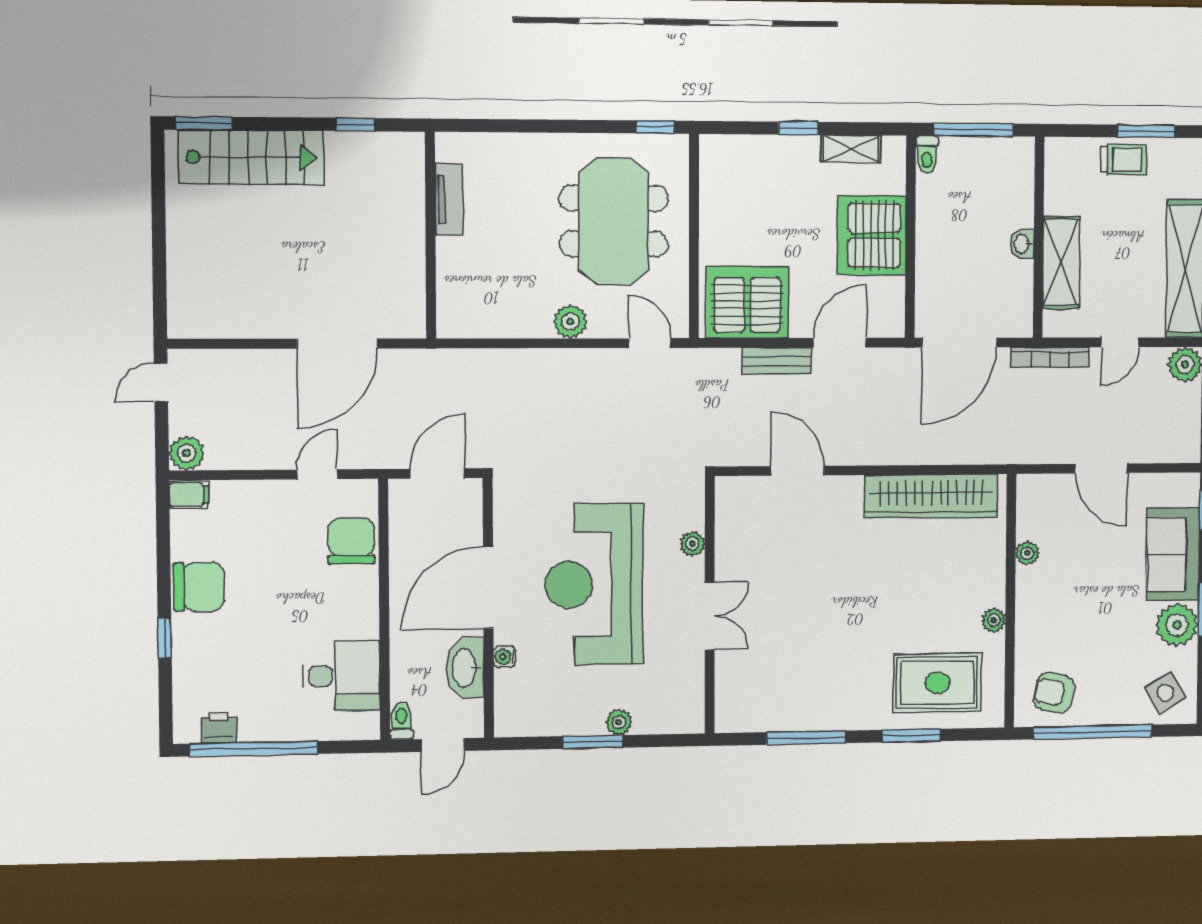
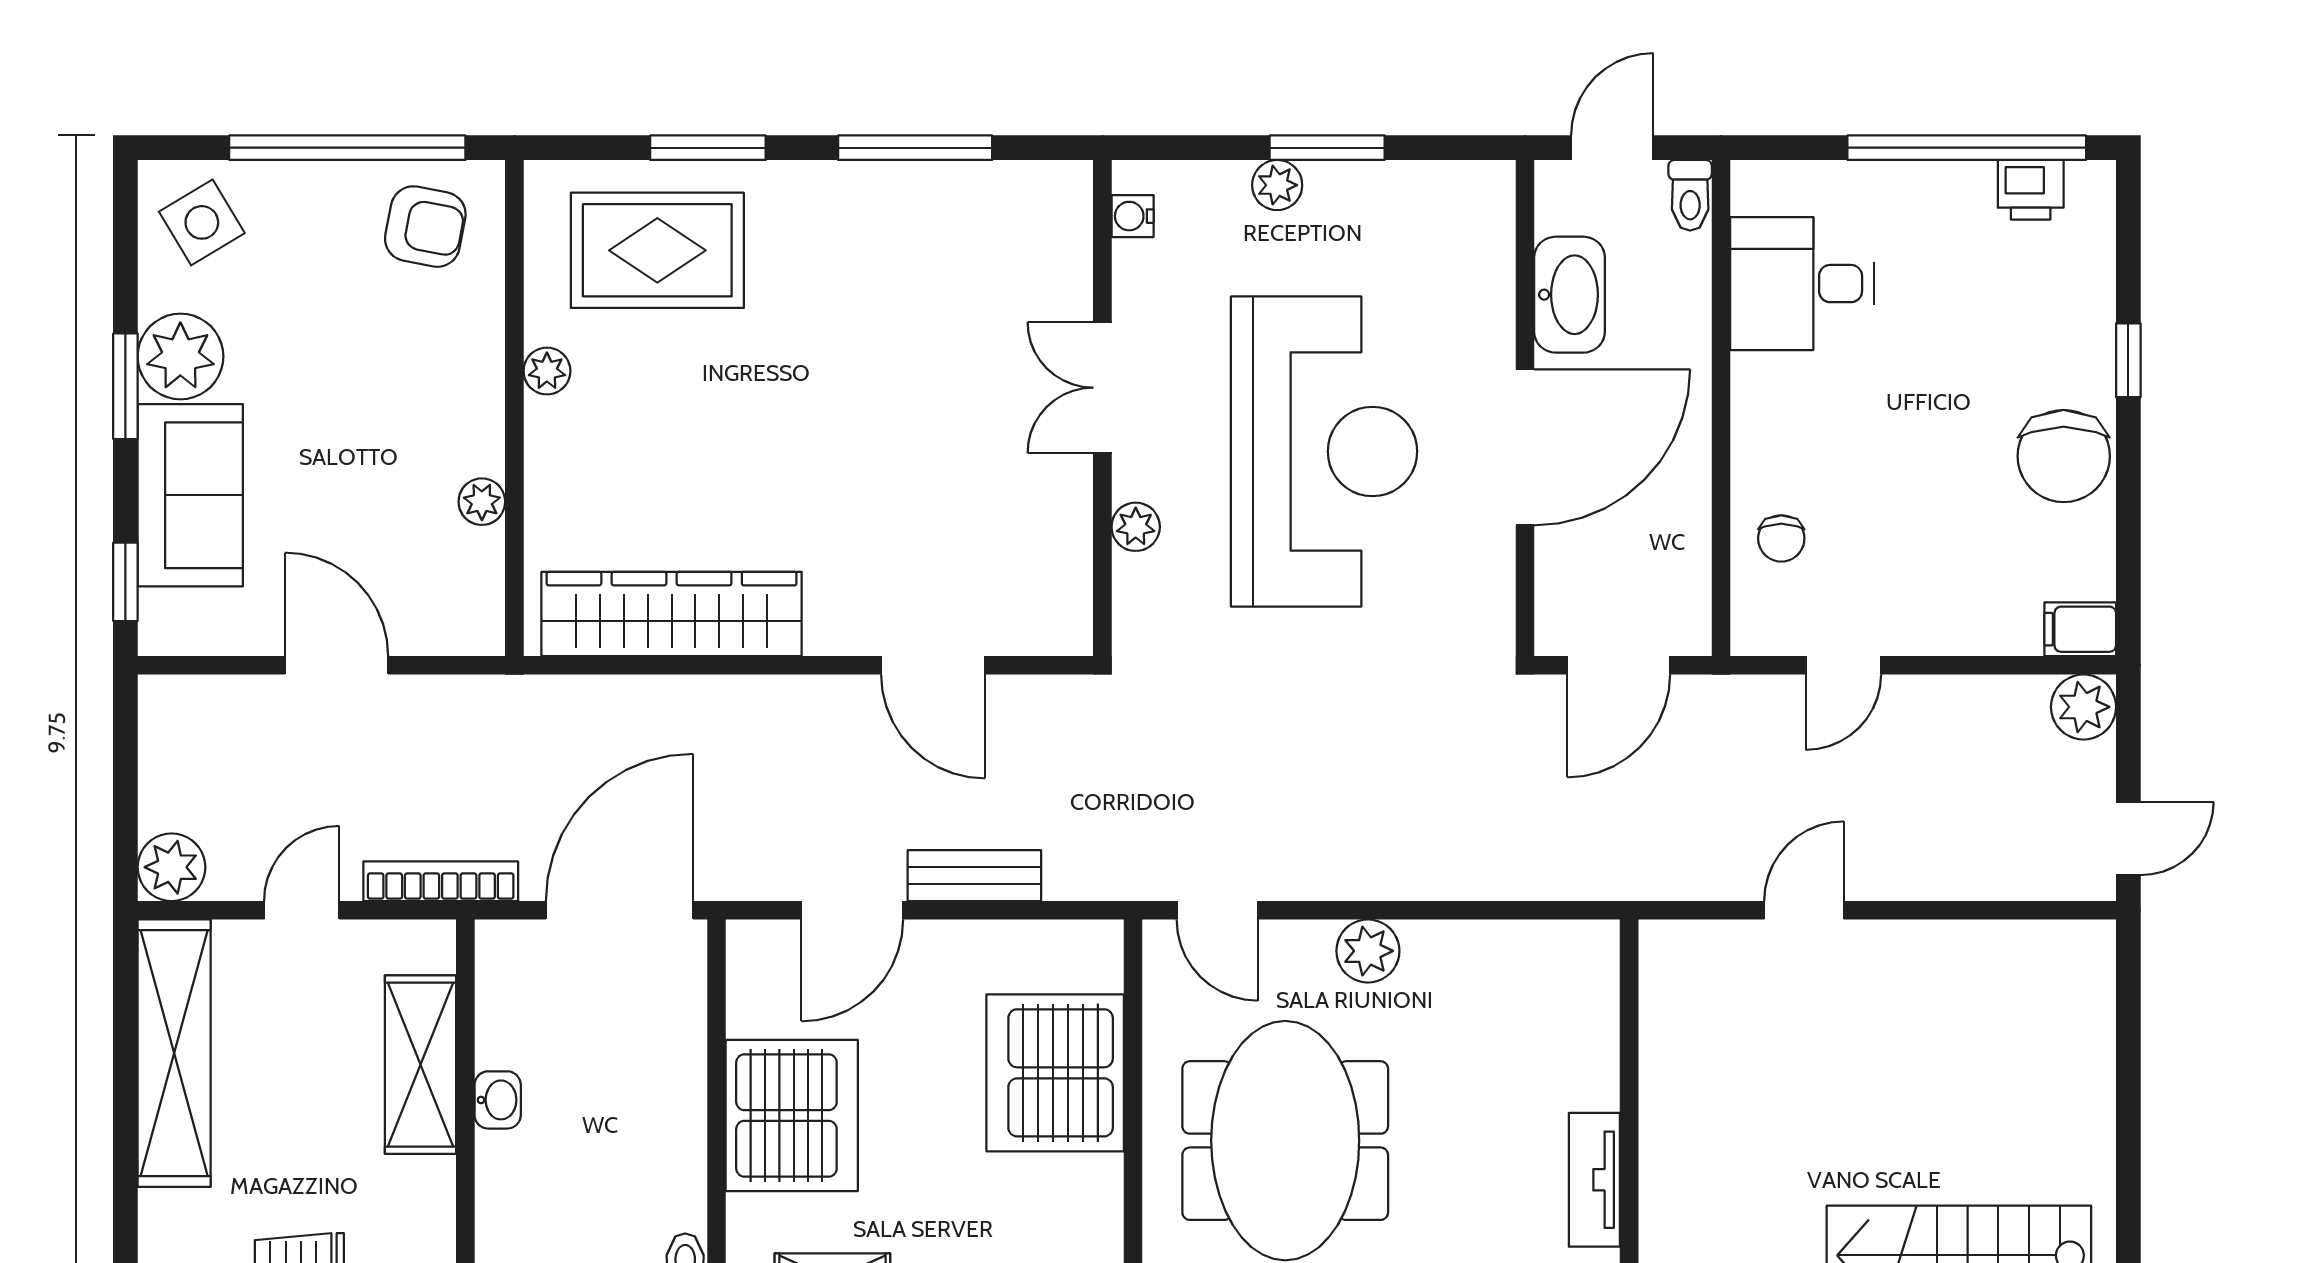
server rack: (747, 302) -> (1055, 1073), moved, turned 90
door: (337, 344) -> (1804, 910), width x0.53
chair: (351, 541) -> (1781, 538), width x0.54, depth x0.54
chair: (199, 587) -> (2064, 456), turned -90
water cooler: (505, 657) -> (1133, 216), moved, turned 180

